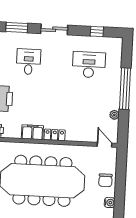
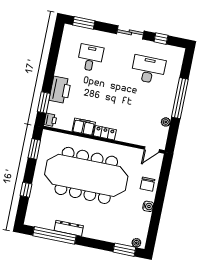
sliding door: (54, 29) -> (130, 32), moved
door: (105, 145) -> (152, 149), swing flipped

